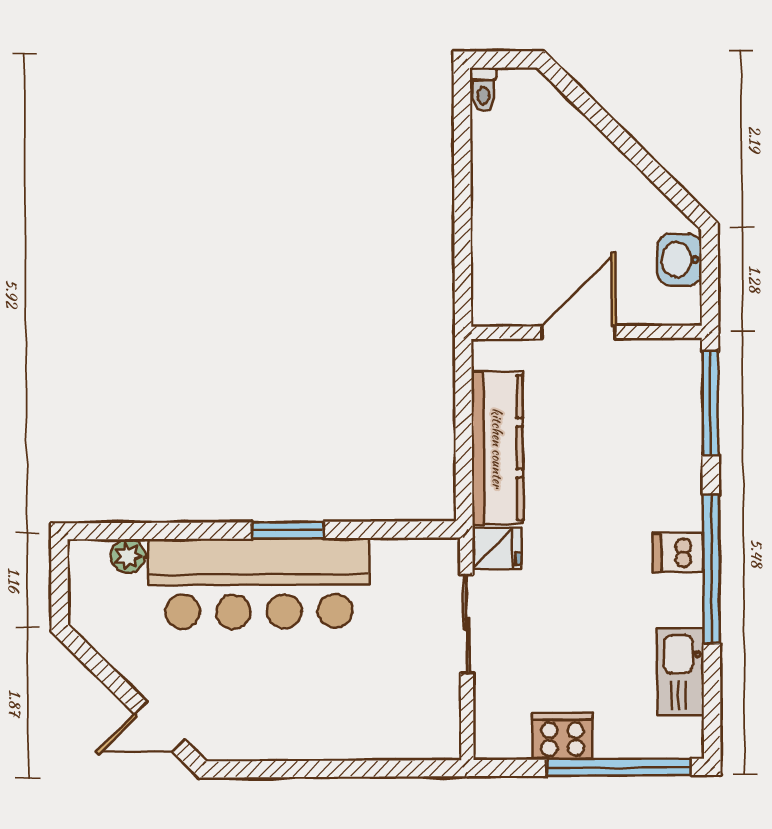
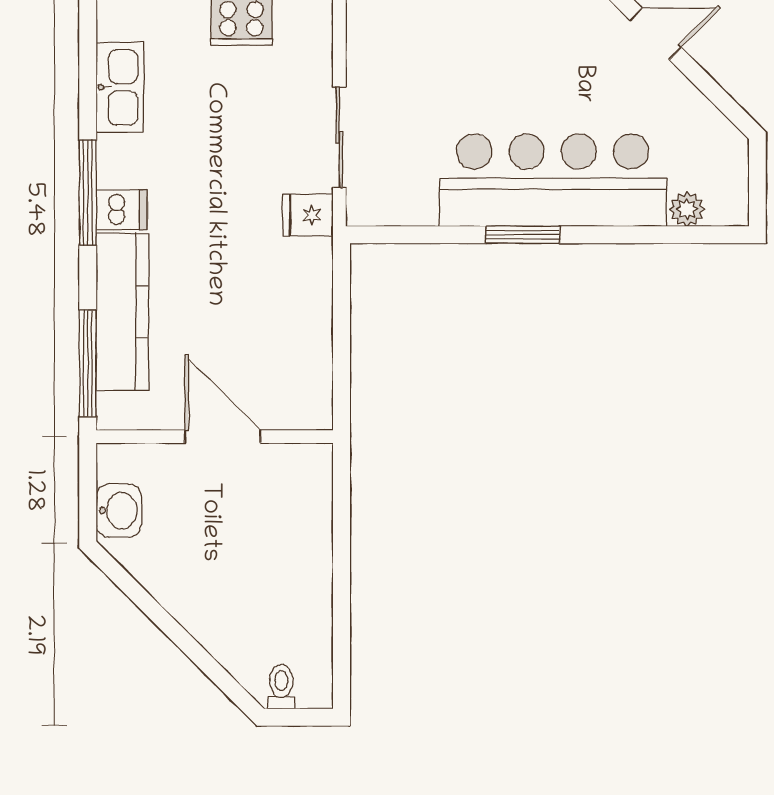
toilet: (483, 89) -> (281, 687), moved
door: (579, 332) -> (223, 437), swing flipped
kitchen counter: (497, 448) -> (122, 312), moved, turned 180
window: (711, 569) -> (88, 193), width x0.68

